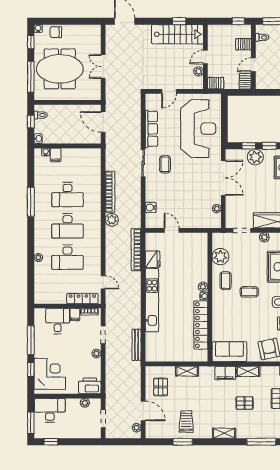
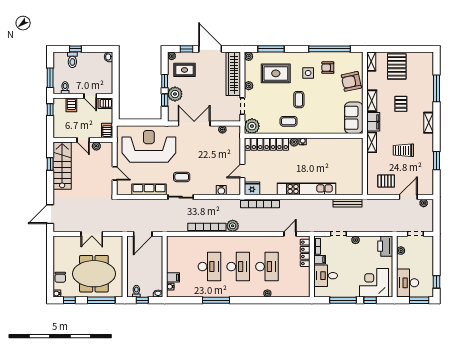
meeting table: (60, 69) -> (94, 274), turned 90
plant: (220, 257) -> (252, 126), moved
fridge: (153, 259) -> (252, 188), moved
locker: (201, 325) -> (267, 144), moved
shelving: (187, 371) -> (372, 142), moved
trolley: (186, 422) -> (403, 150), moved

